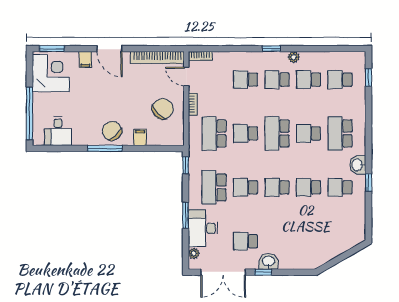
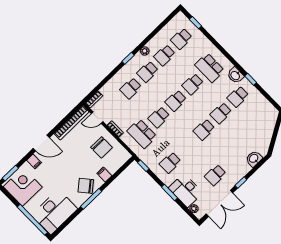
chair: (163, 109) -> (101, 147), turned 135
desk: (58, 131) -> (55, 212), width x1.87, depth x1.30
school desk: (277, 133) -> (176, 101), width x0.54
school desk: (214, 187) -> (170, 163), width x0.54
school desk: (246, 187) -> (187, 146), removed
washbasin: (268, 261) -> (254, 159), moved

